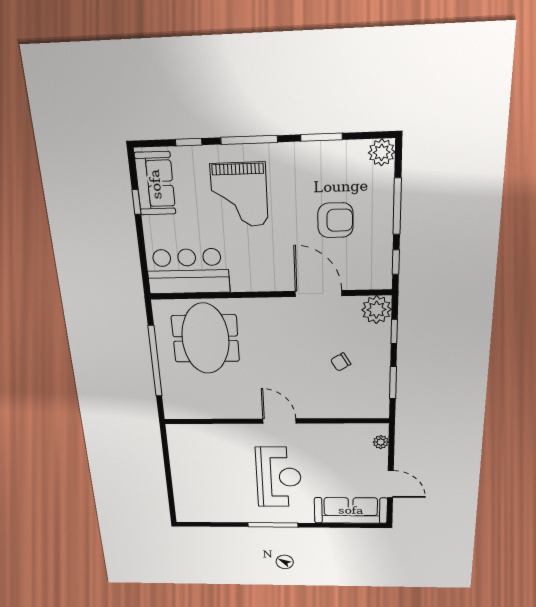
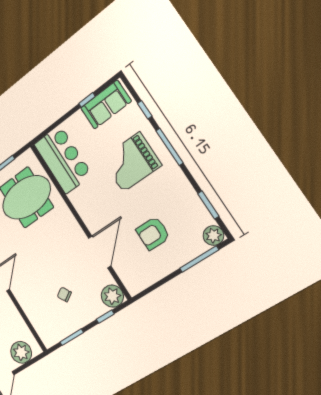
window: (321, 137) -> (208, 205), moved
window: (397, 206) -> (199, 259), moved
armchair: (336, 220) -> (153, 233), turned 90
window: (396, 262) -> (150, 289), removed
plant: (381, 442) -> (21, 352), width x1.87, depth x1.87

